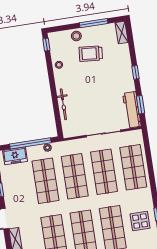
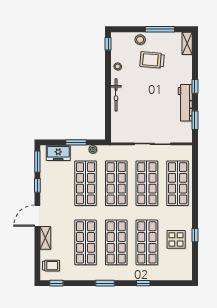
bicycle: (63, 104) -> (116, 95), moved
workbench: (132, 110) -> (185, 103), moved
window: (30, 143) -> (76, 142), width x0.47

